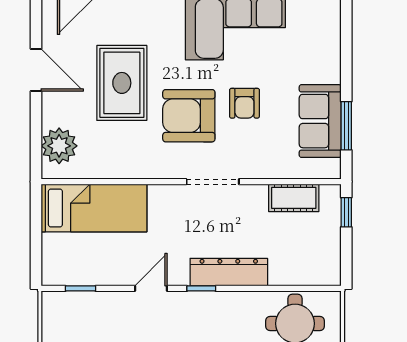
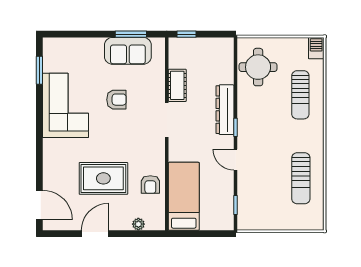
armchair: (189, 116) -> (150, 185), moved, width x0.53, depth x0.53
plant: (59, 146) -> (138, 224), width x0.53, depth x0.53
cot: (294, 198) -> (177, 85), moved

